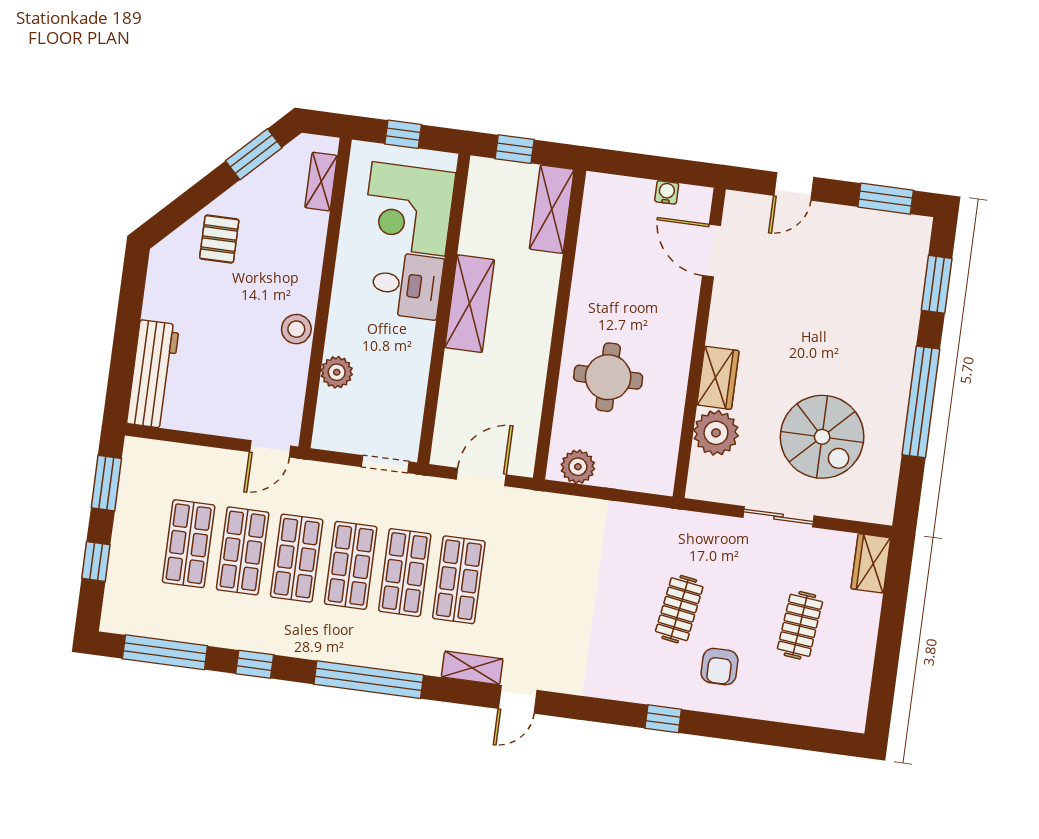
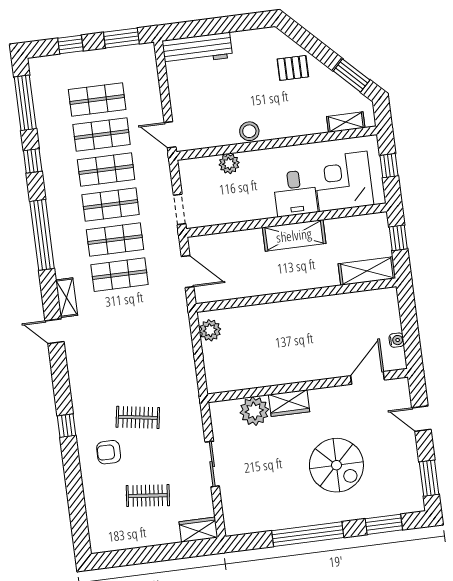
round table: (608, 377) -> (271, 334), removed
spiral stairs: (822, 437) -> (336, 465), moved, turned -90

